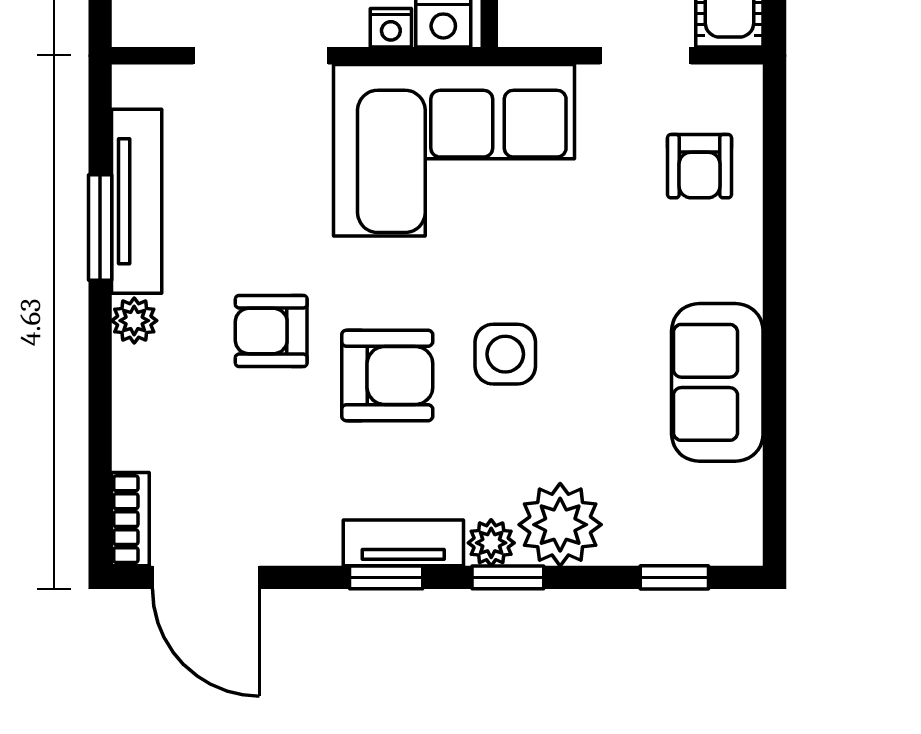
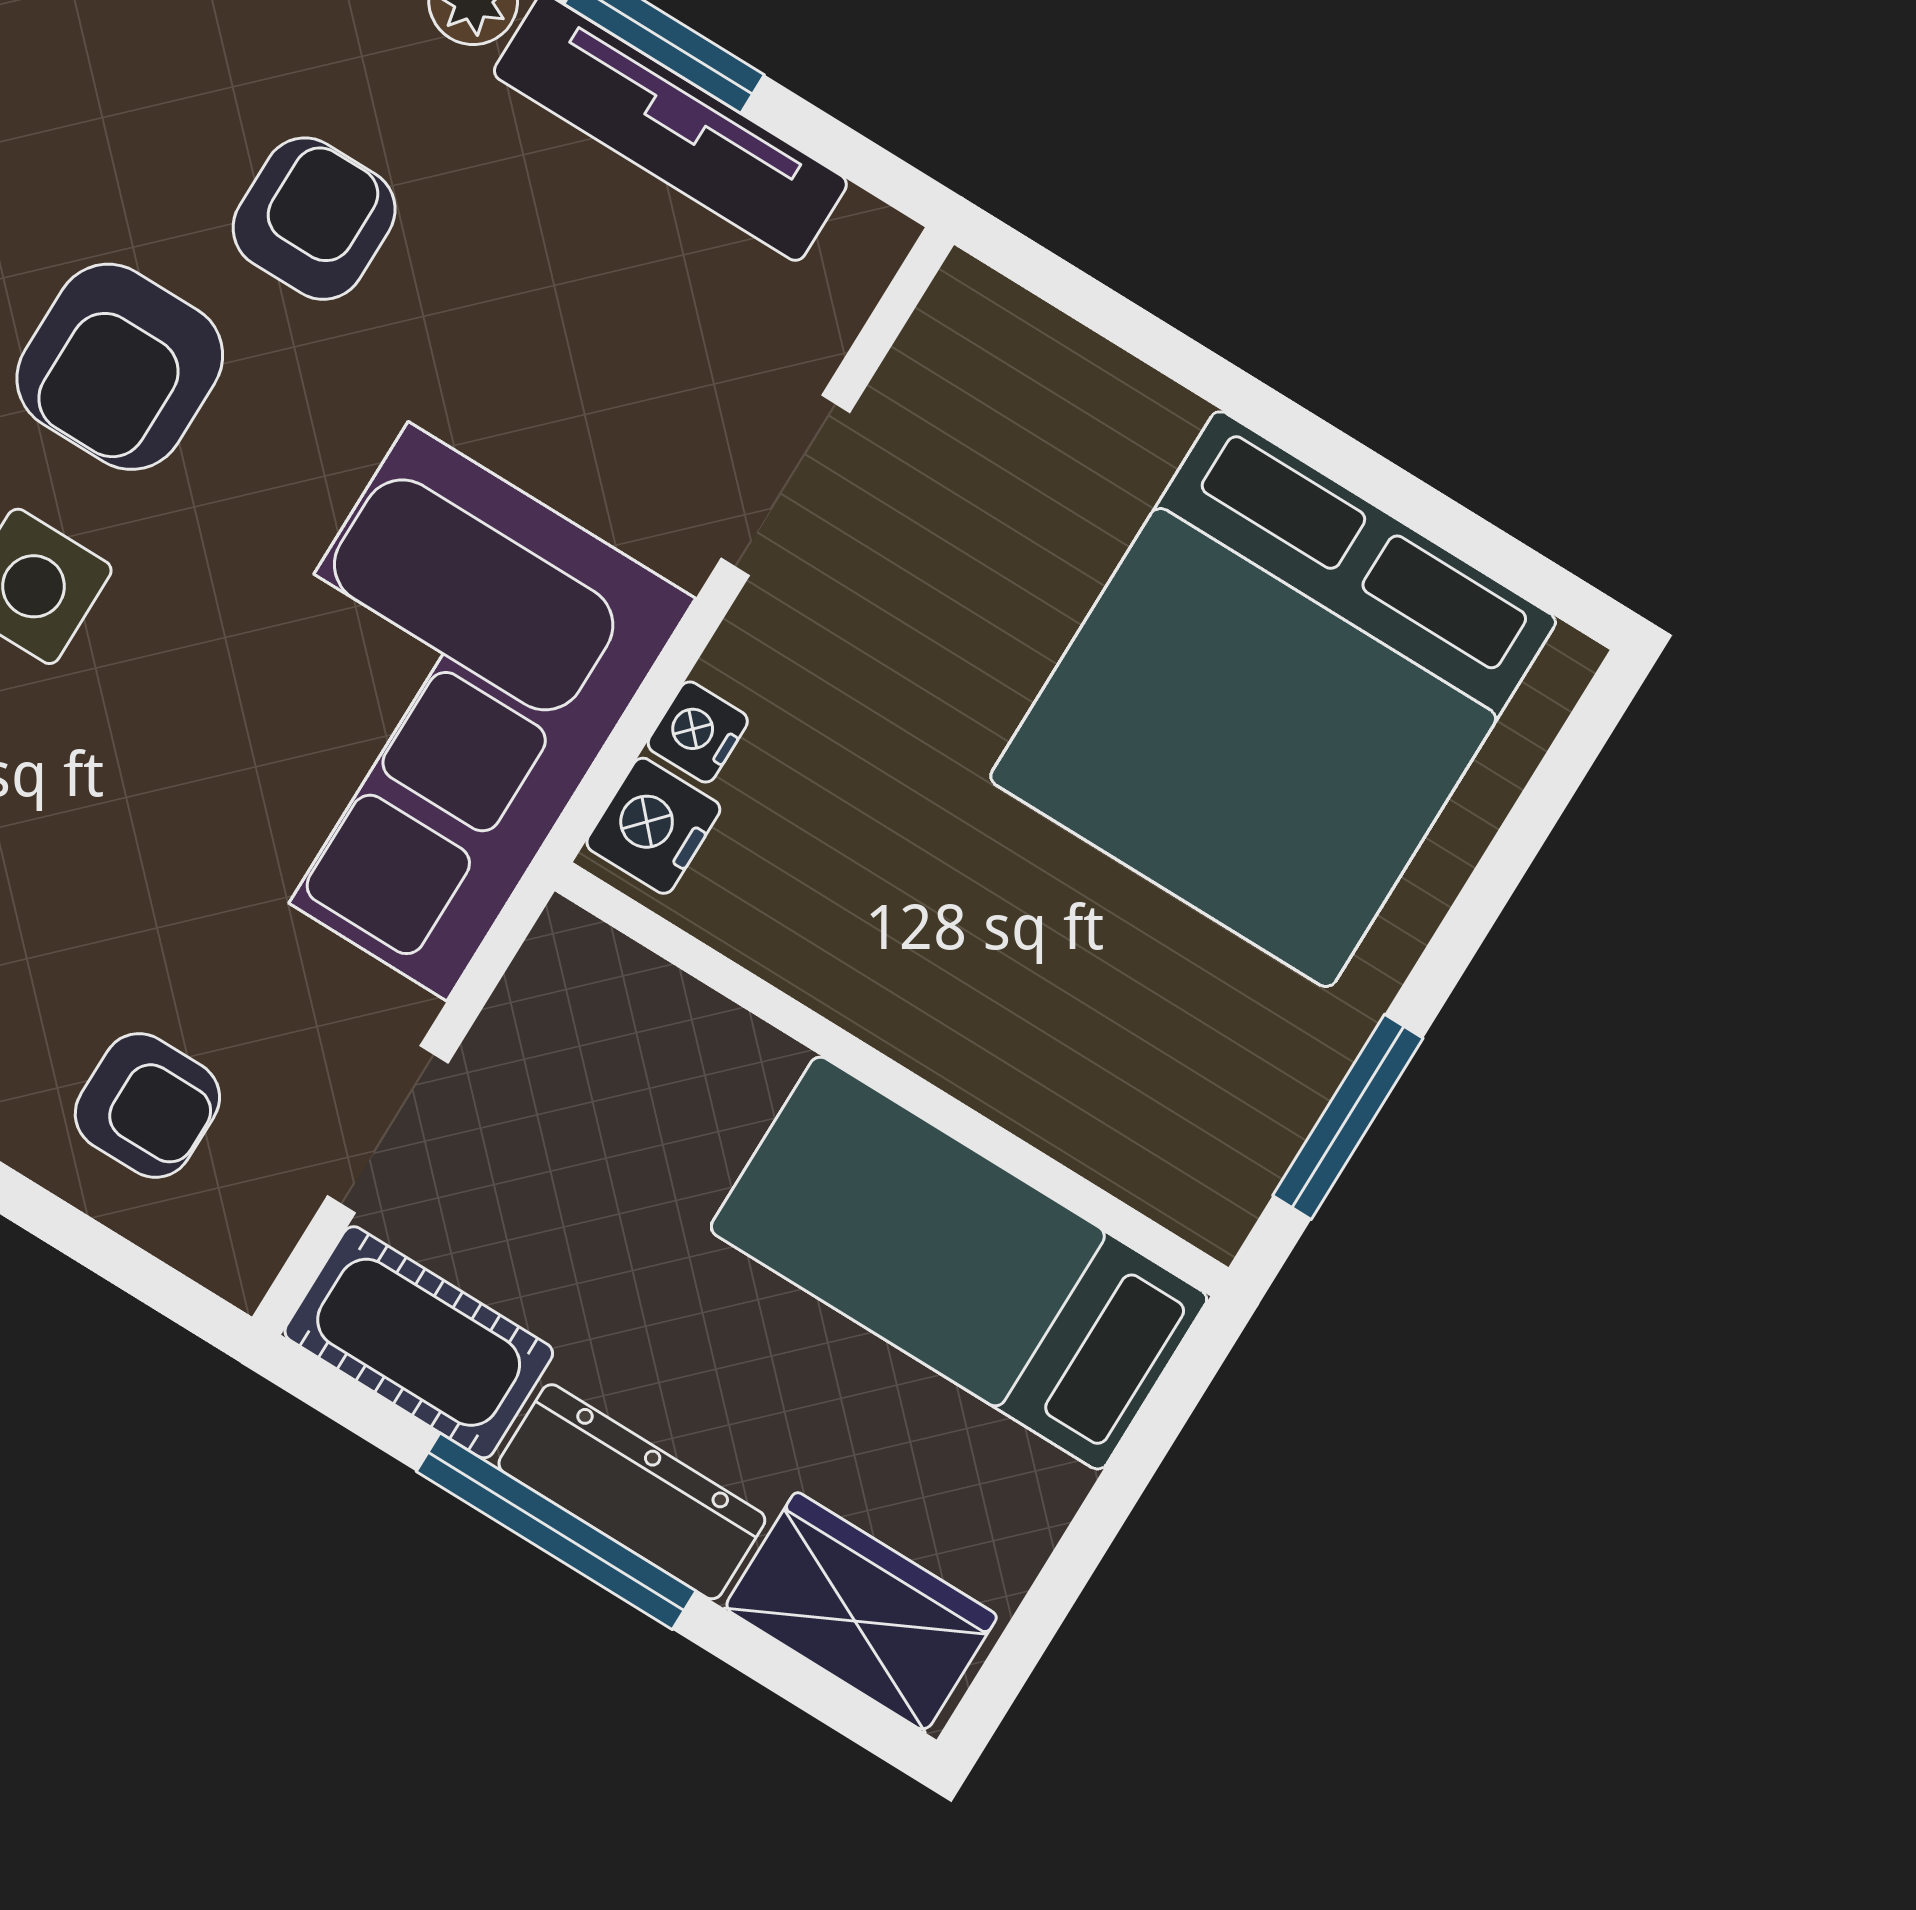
doorway: (261, 56) -> (786, 485), width x0.73
armchair: (699, 166) -> (147, 1105), turned 180

